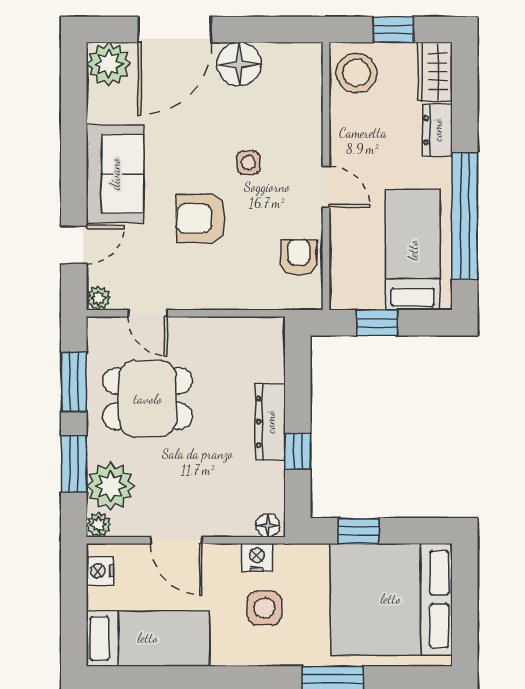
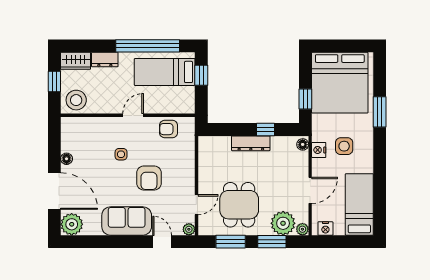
floor lamp: (239, 64) -> (67, 159), width x0.53, depth x0.53
window: (377, 323) -> (201, 75), moved

